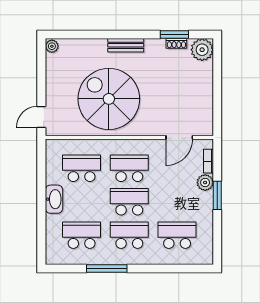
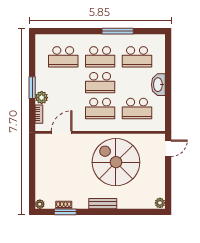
plant: (202, 50) -> (40, 204), width x0.53, depth x0.53
spiral stairs: (109, 99) -> (116, 162), turned 180

